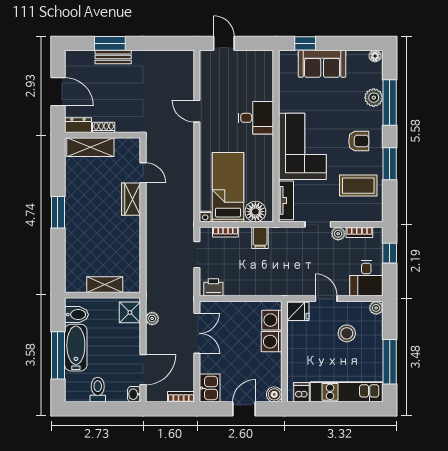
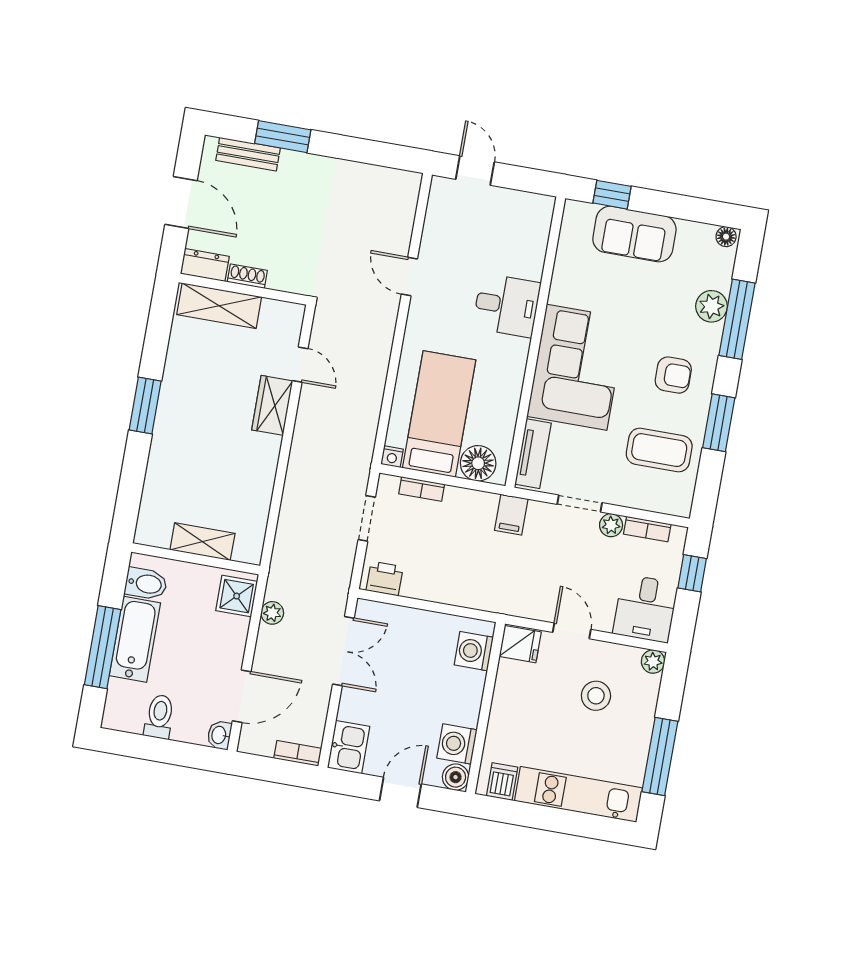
bench: (113, 57) -> (248, 154), moved
filing cabinet: (260, 238) -> (511, 515), moved
washing machine: (272, 342) -> (457, 744), moved

